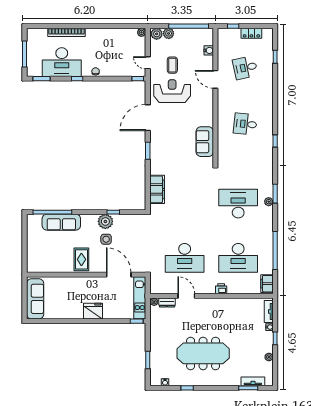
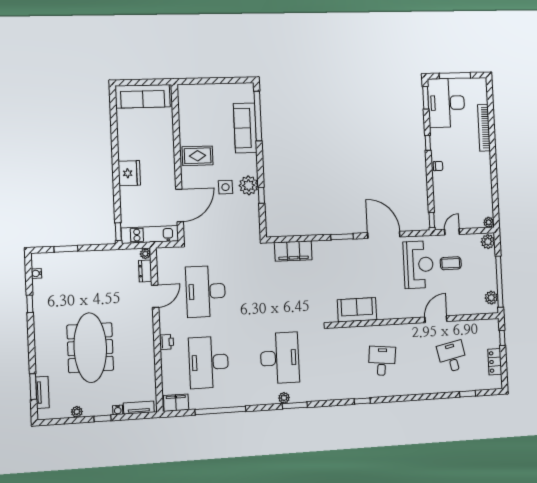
plant: (169, 33) -> (491, 298), moved
water cooler: (209, 50) -> (471, 309), removed
desk: (62, 62) -> (446, 103), moved
meeting table: (203, 353) -> (90, 348), moved

